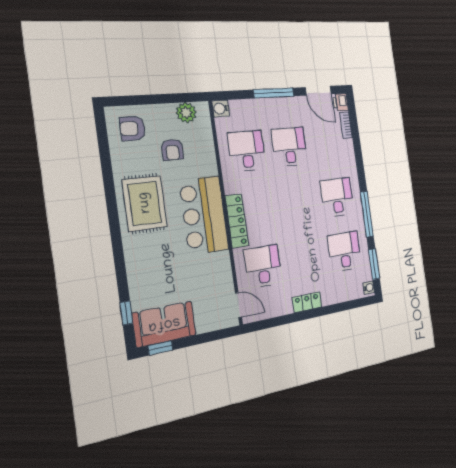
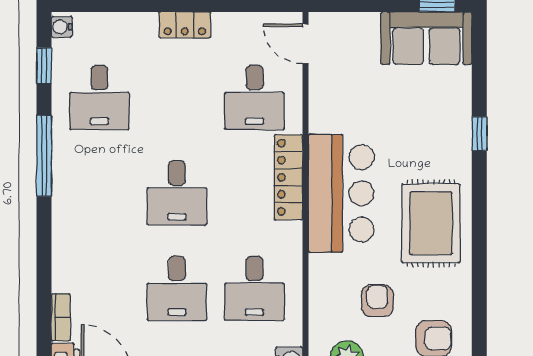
desk: (337, 197) -> (177, 193), moved
window: (374, 264) -> (44, 66), width x0.67
window: (126, 313) -> (479, 134), moved

